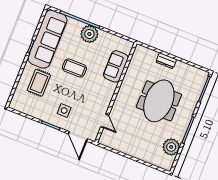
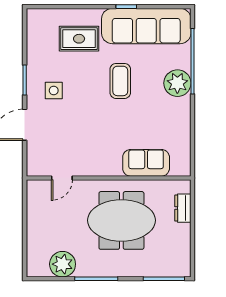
sofa: (116, 66) -> (146, 163), moved
wall: (116, 93) -> (109, 178), moved
door: (105, 121) -> (62, 178), moved

